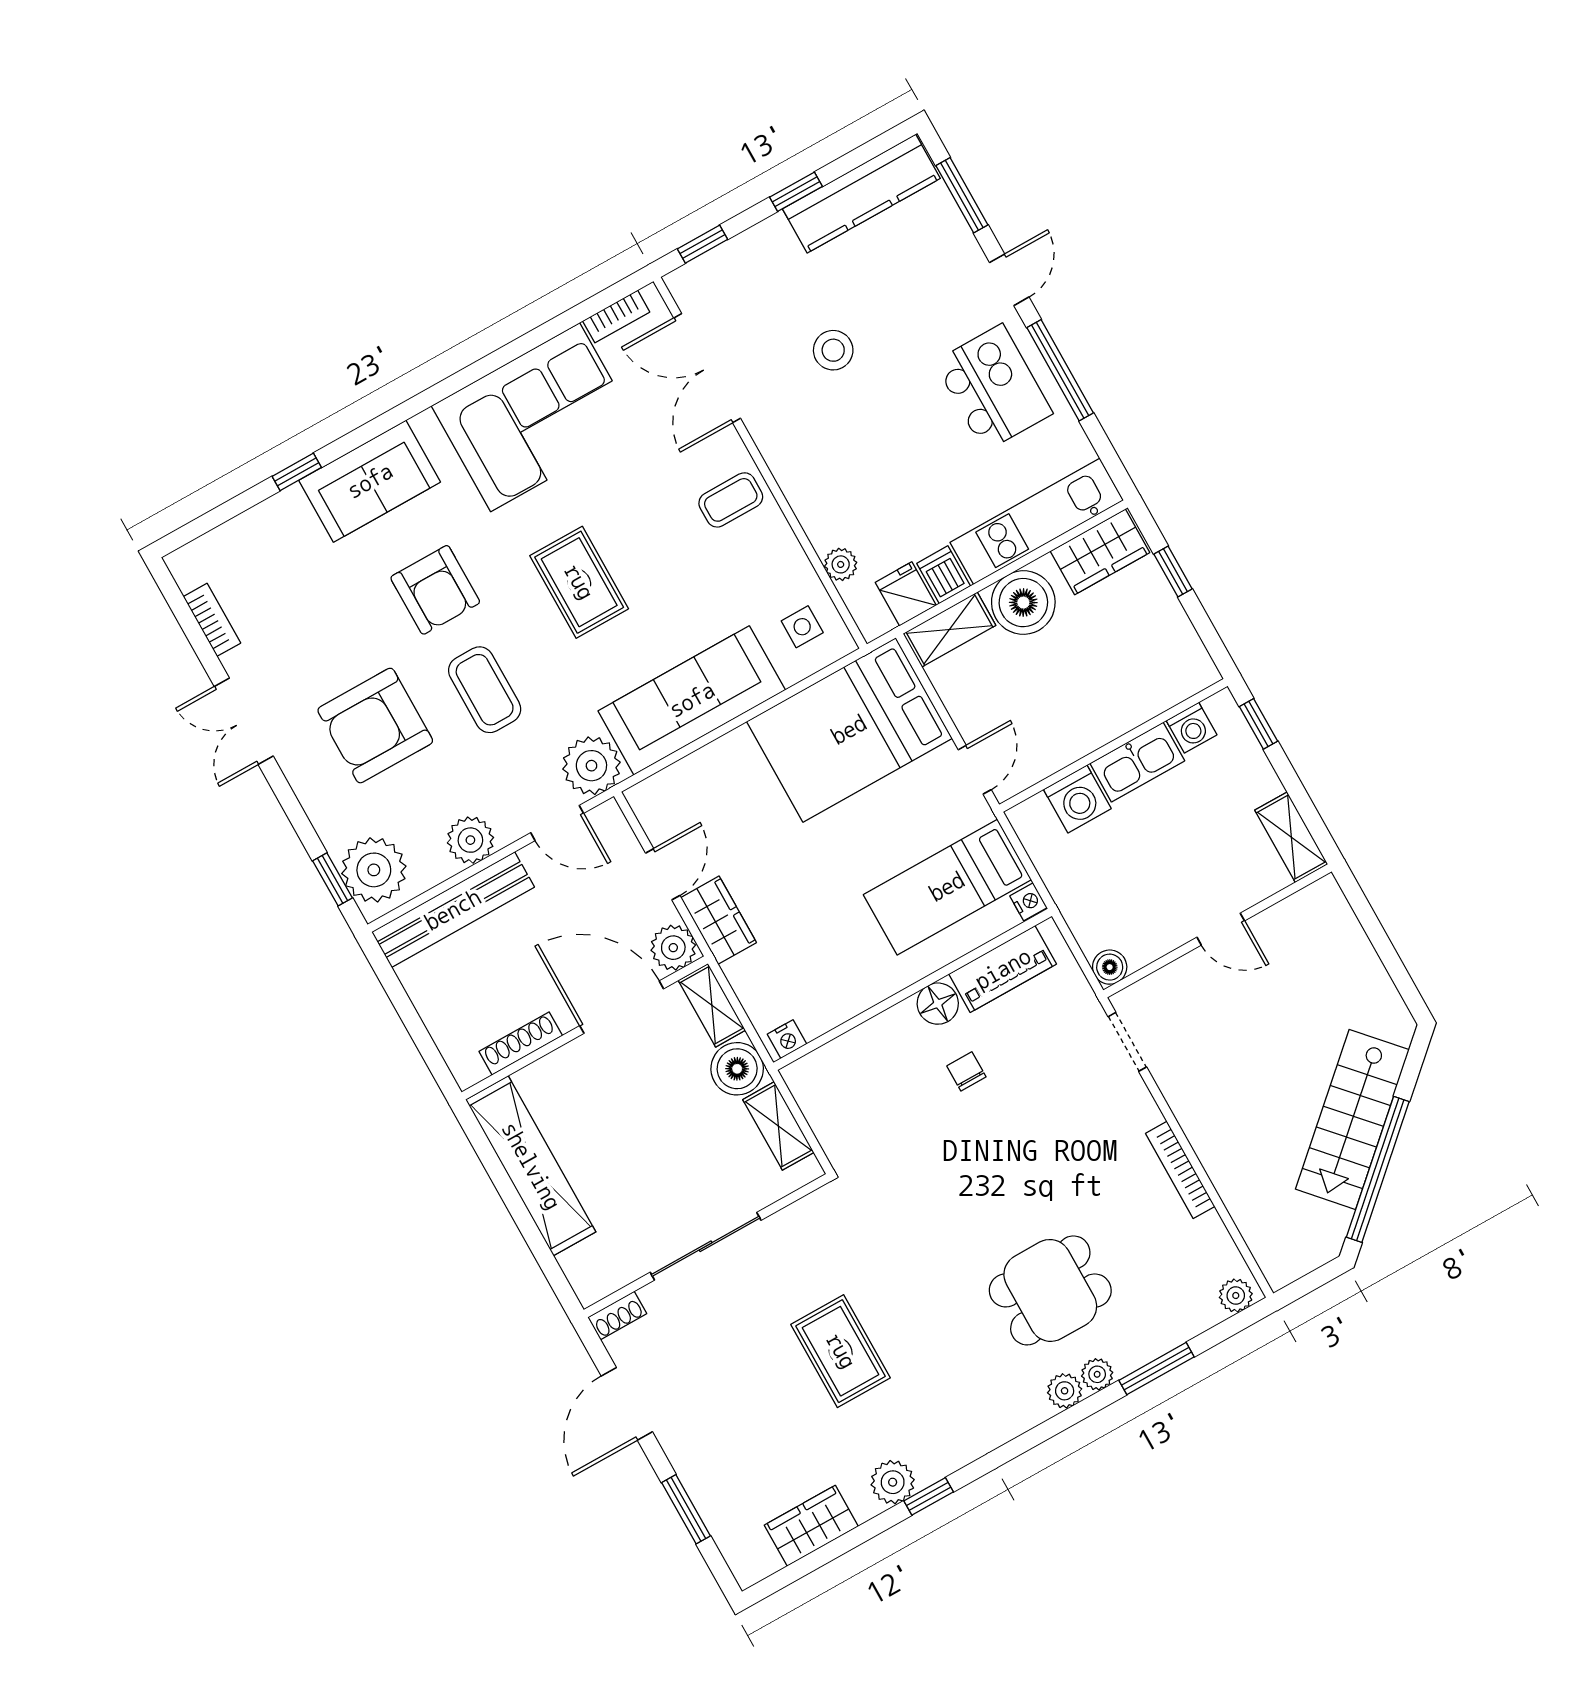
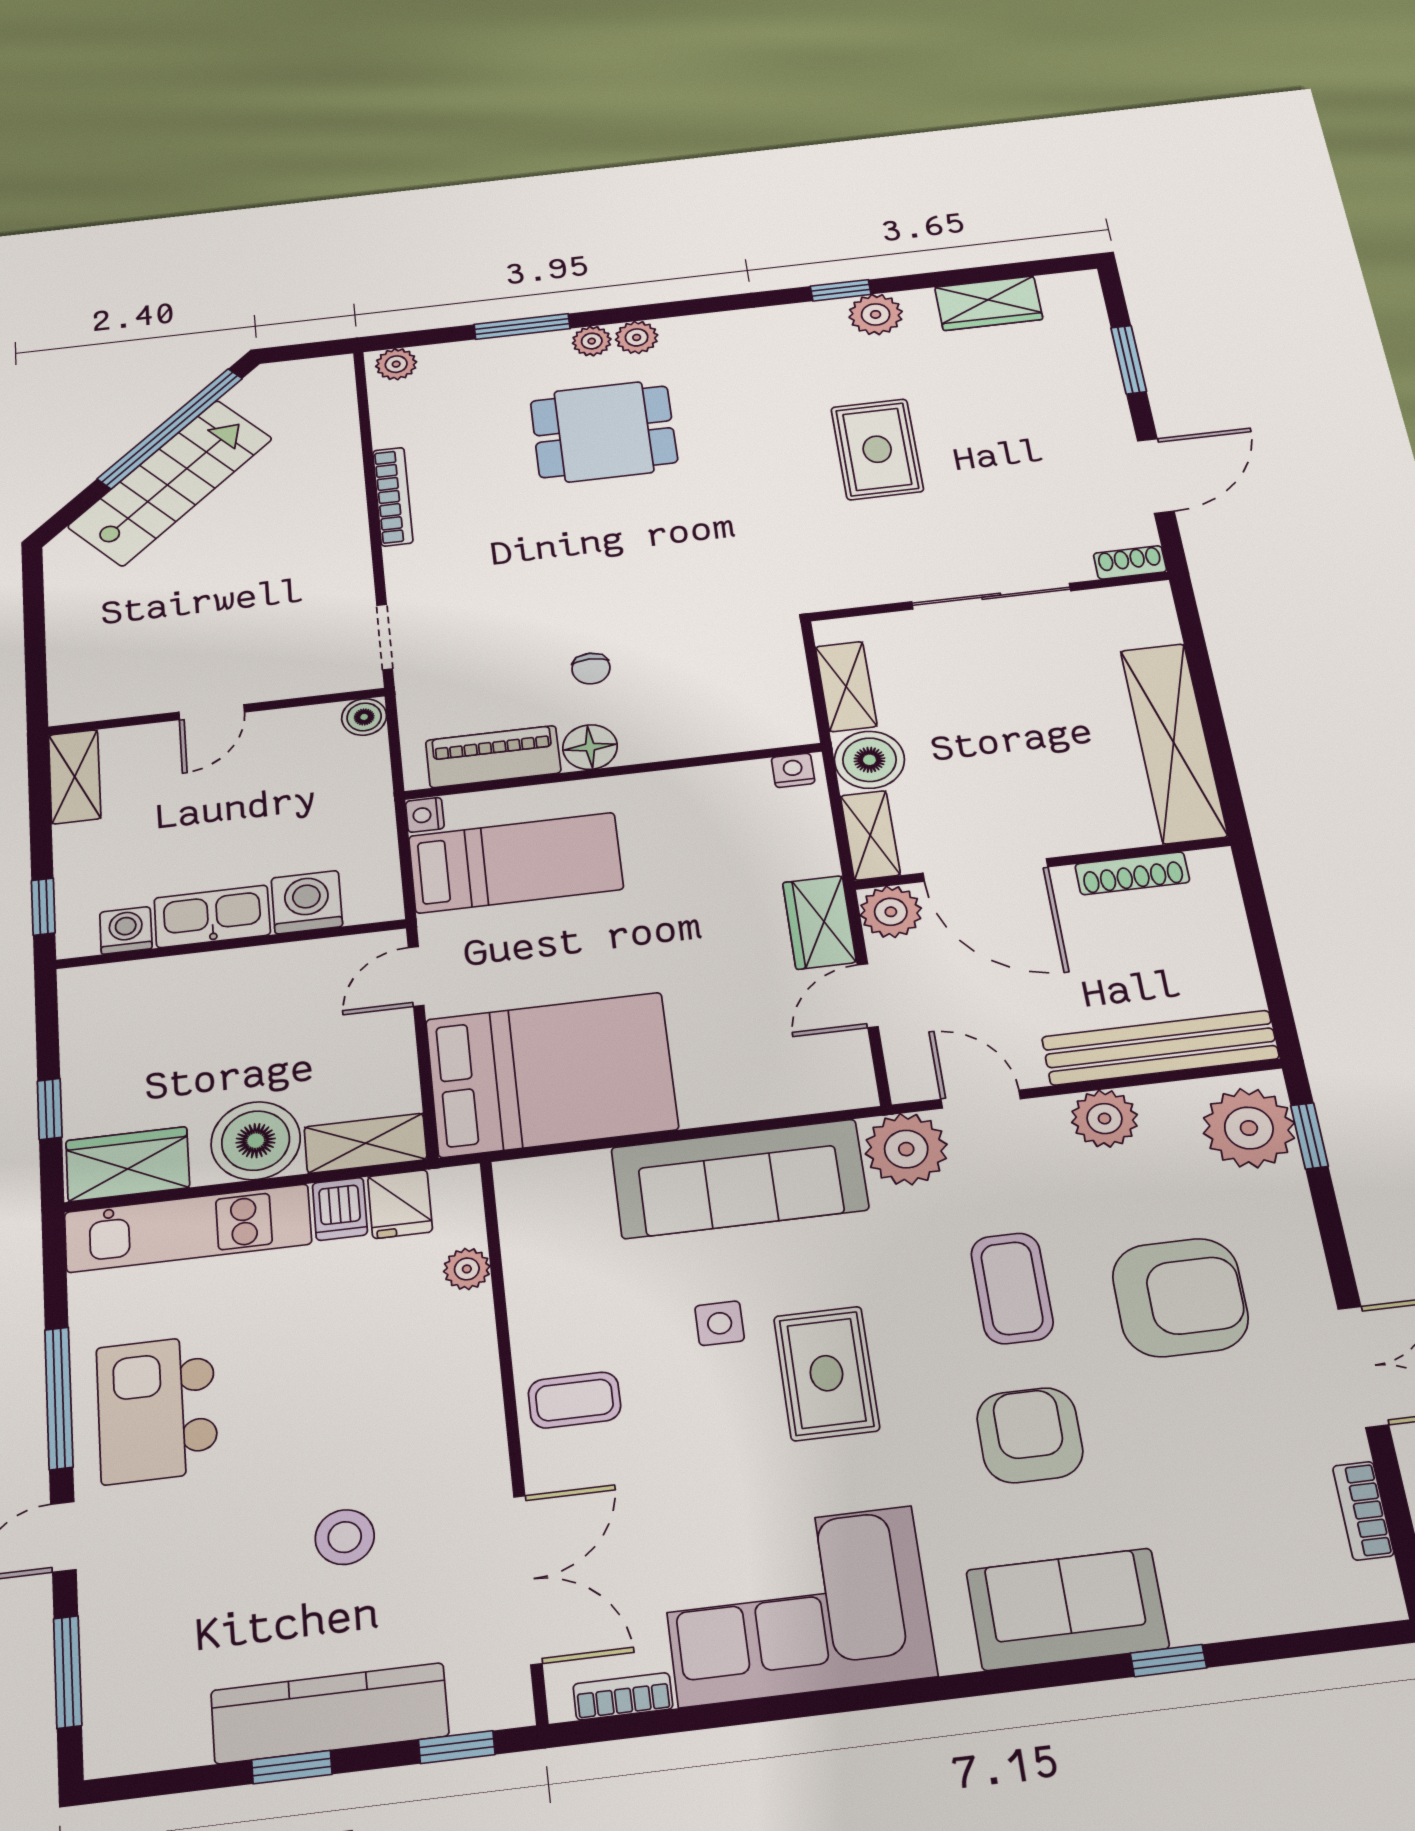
kitchen counter: (861, 194) -> (330, 1713), moved
side table: (802, 627) -> (720, 1323), moved
door: (1221, 929) -> (212, 712), swing flipped

